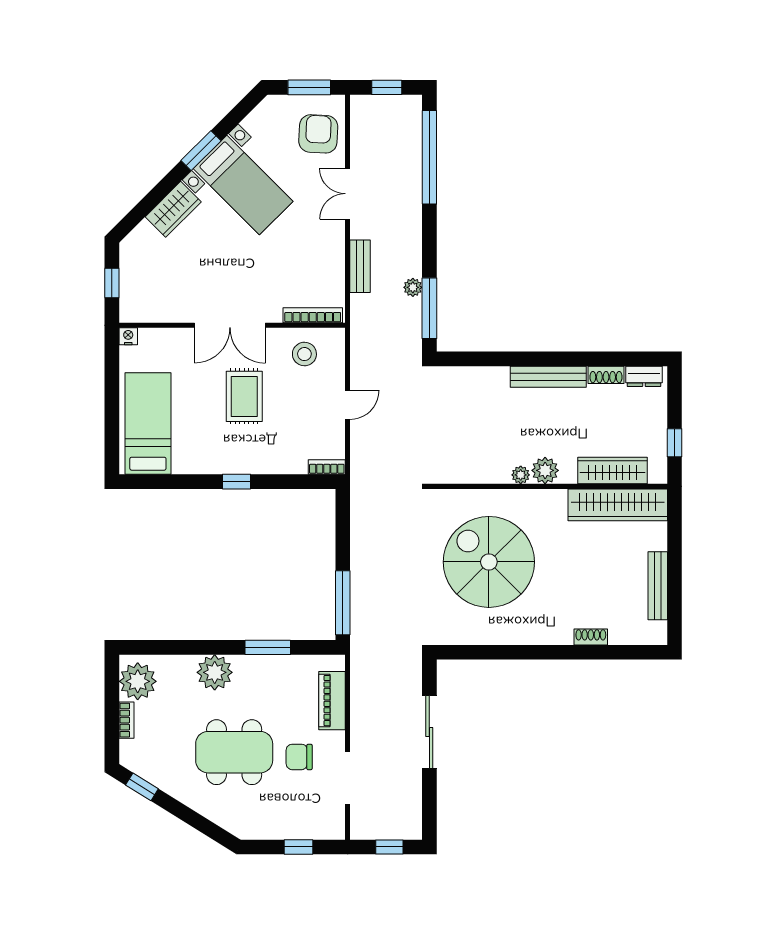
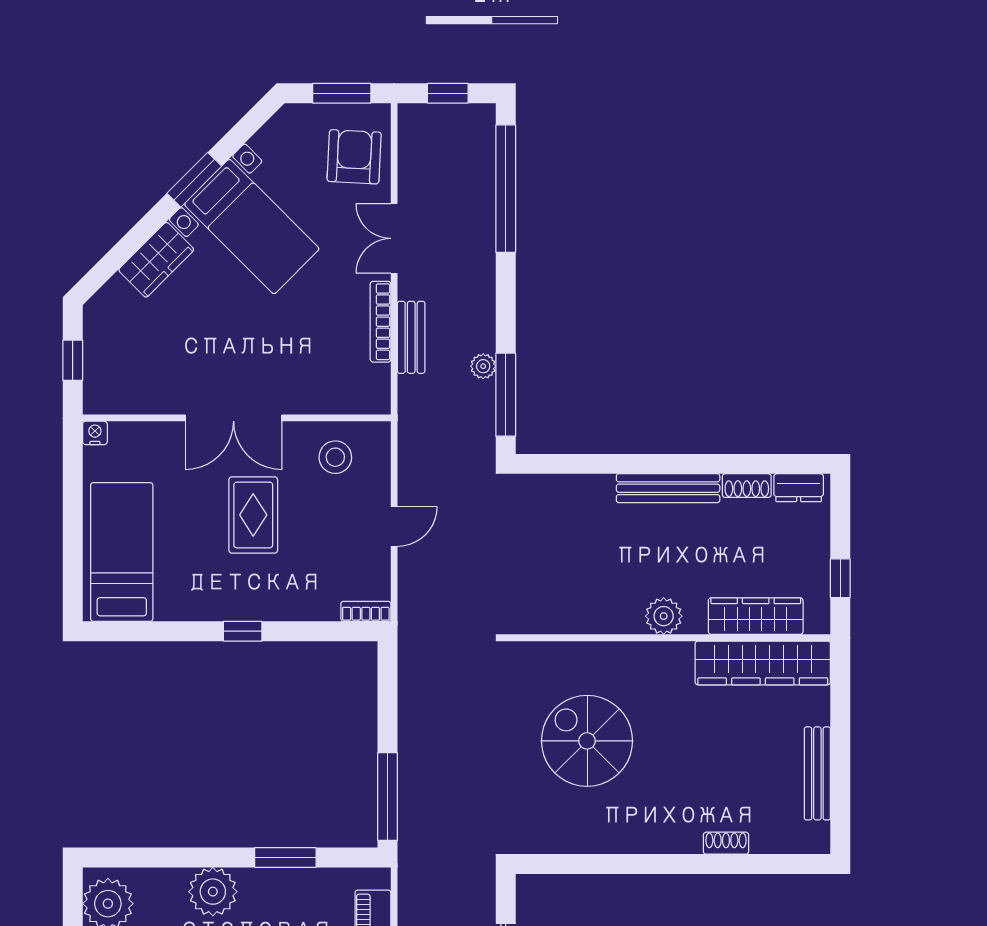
bookcase: (313, 315) -> (381, 322), moved, turned -90
plant: (521, 475) -> (630, 622), removed
spiral stairs: (489, 562) -> (587, 741), width x0.73, depth x0.73

